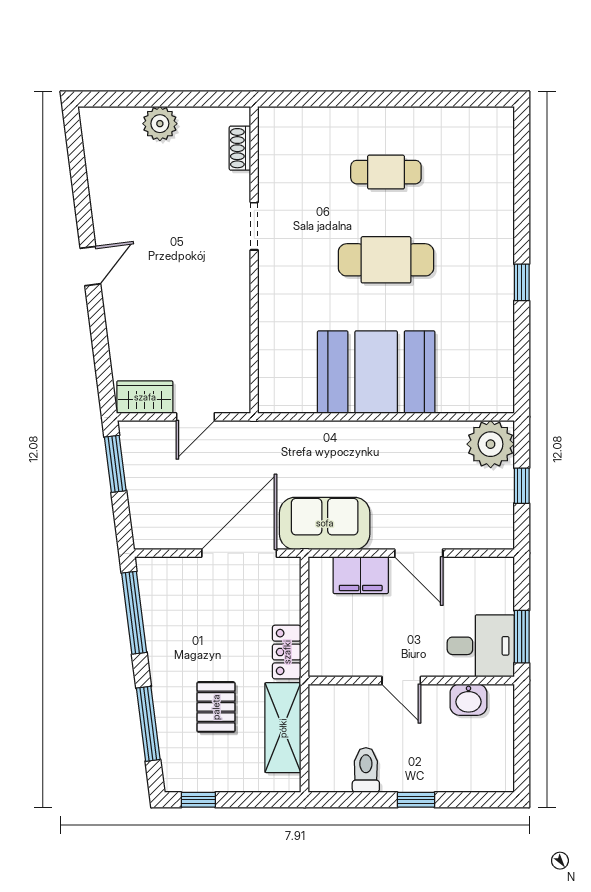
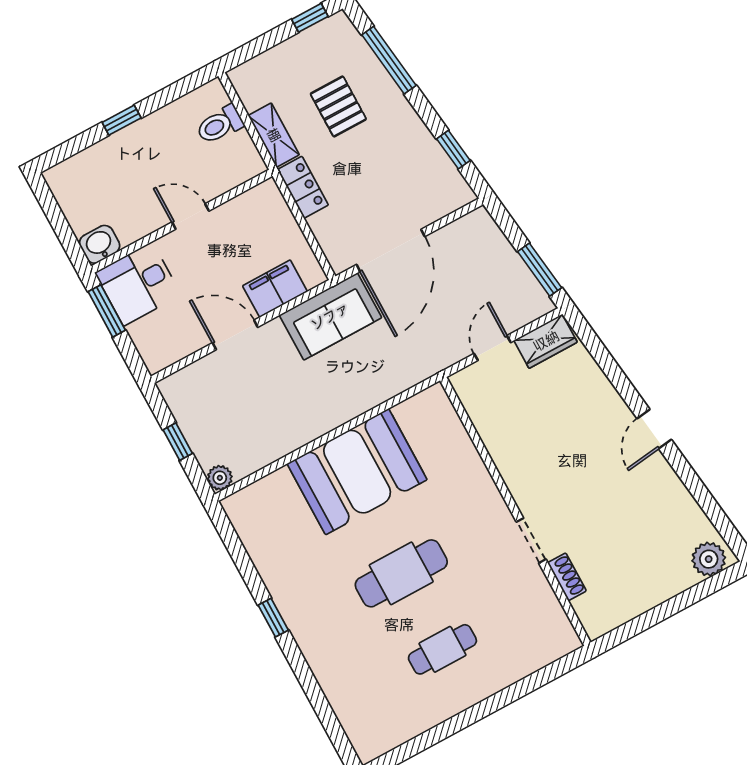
plant: (160, 124) -> (709, 559), moved
shoe rack: (240, 148) -> (567, 577), moved
plant: (491, 444) -> (220, 478), width x0.53, depth x0.53
window: (134, 613) -> (453, 150), width x0.46
washbasin: (468, 700) -> (100, 244), moved
shelving: (283, 728) -> (274, 135), width x0.67, depth x0.75
toilet: (366, 770) -> (220, 125), moved, turned 90

